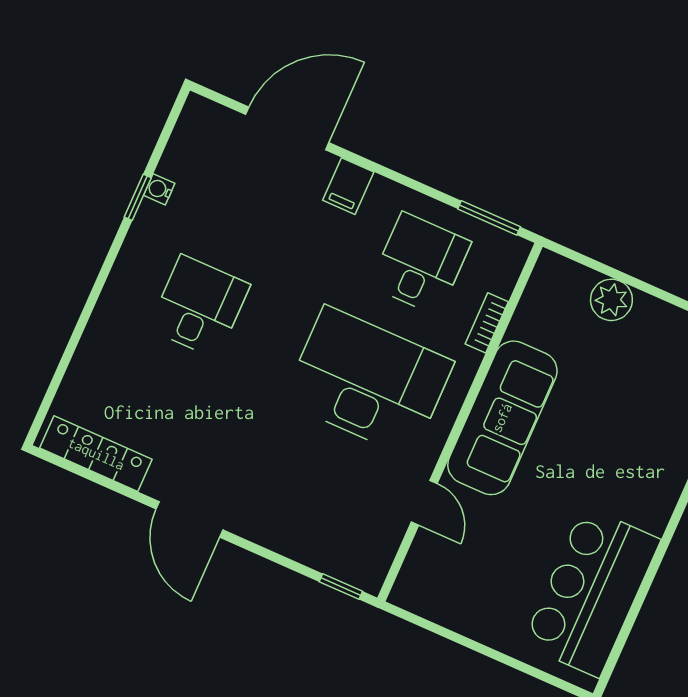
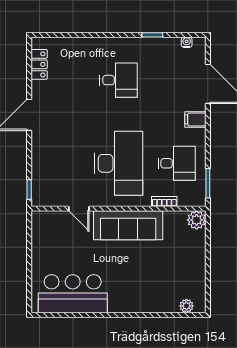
water cooler: (159, 189) -> (187, 42), moved
plant: (611, 300) -> (197, 220), moved
locker: (96, 454) -> (39, 64), width x0.66
door: (424, 503) -> (79, 209), hinge flipped

